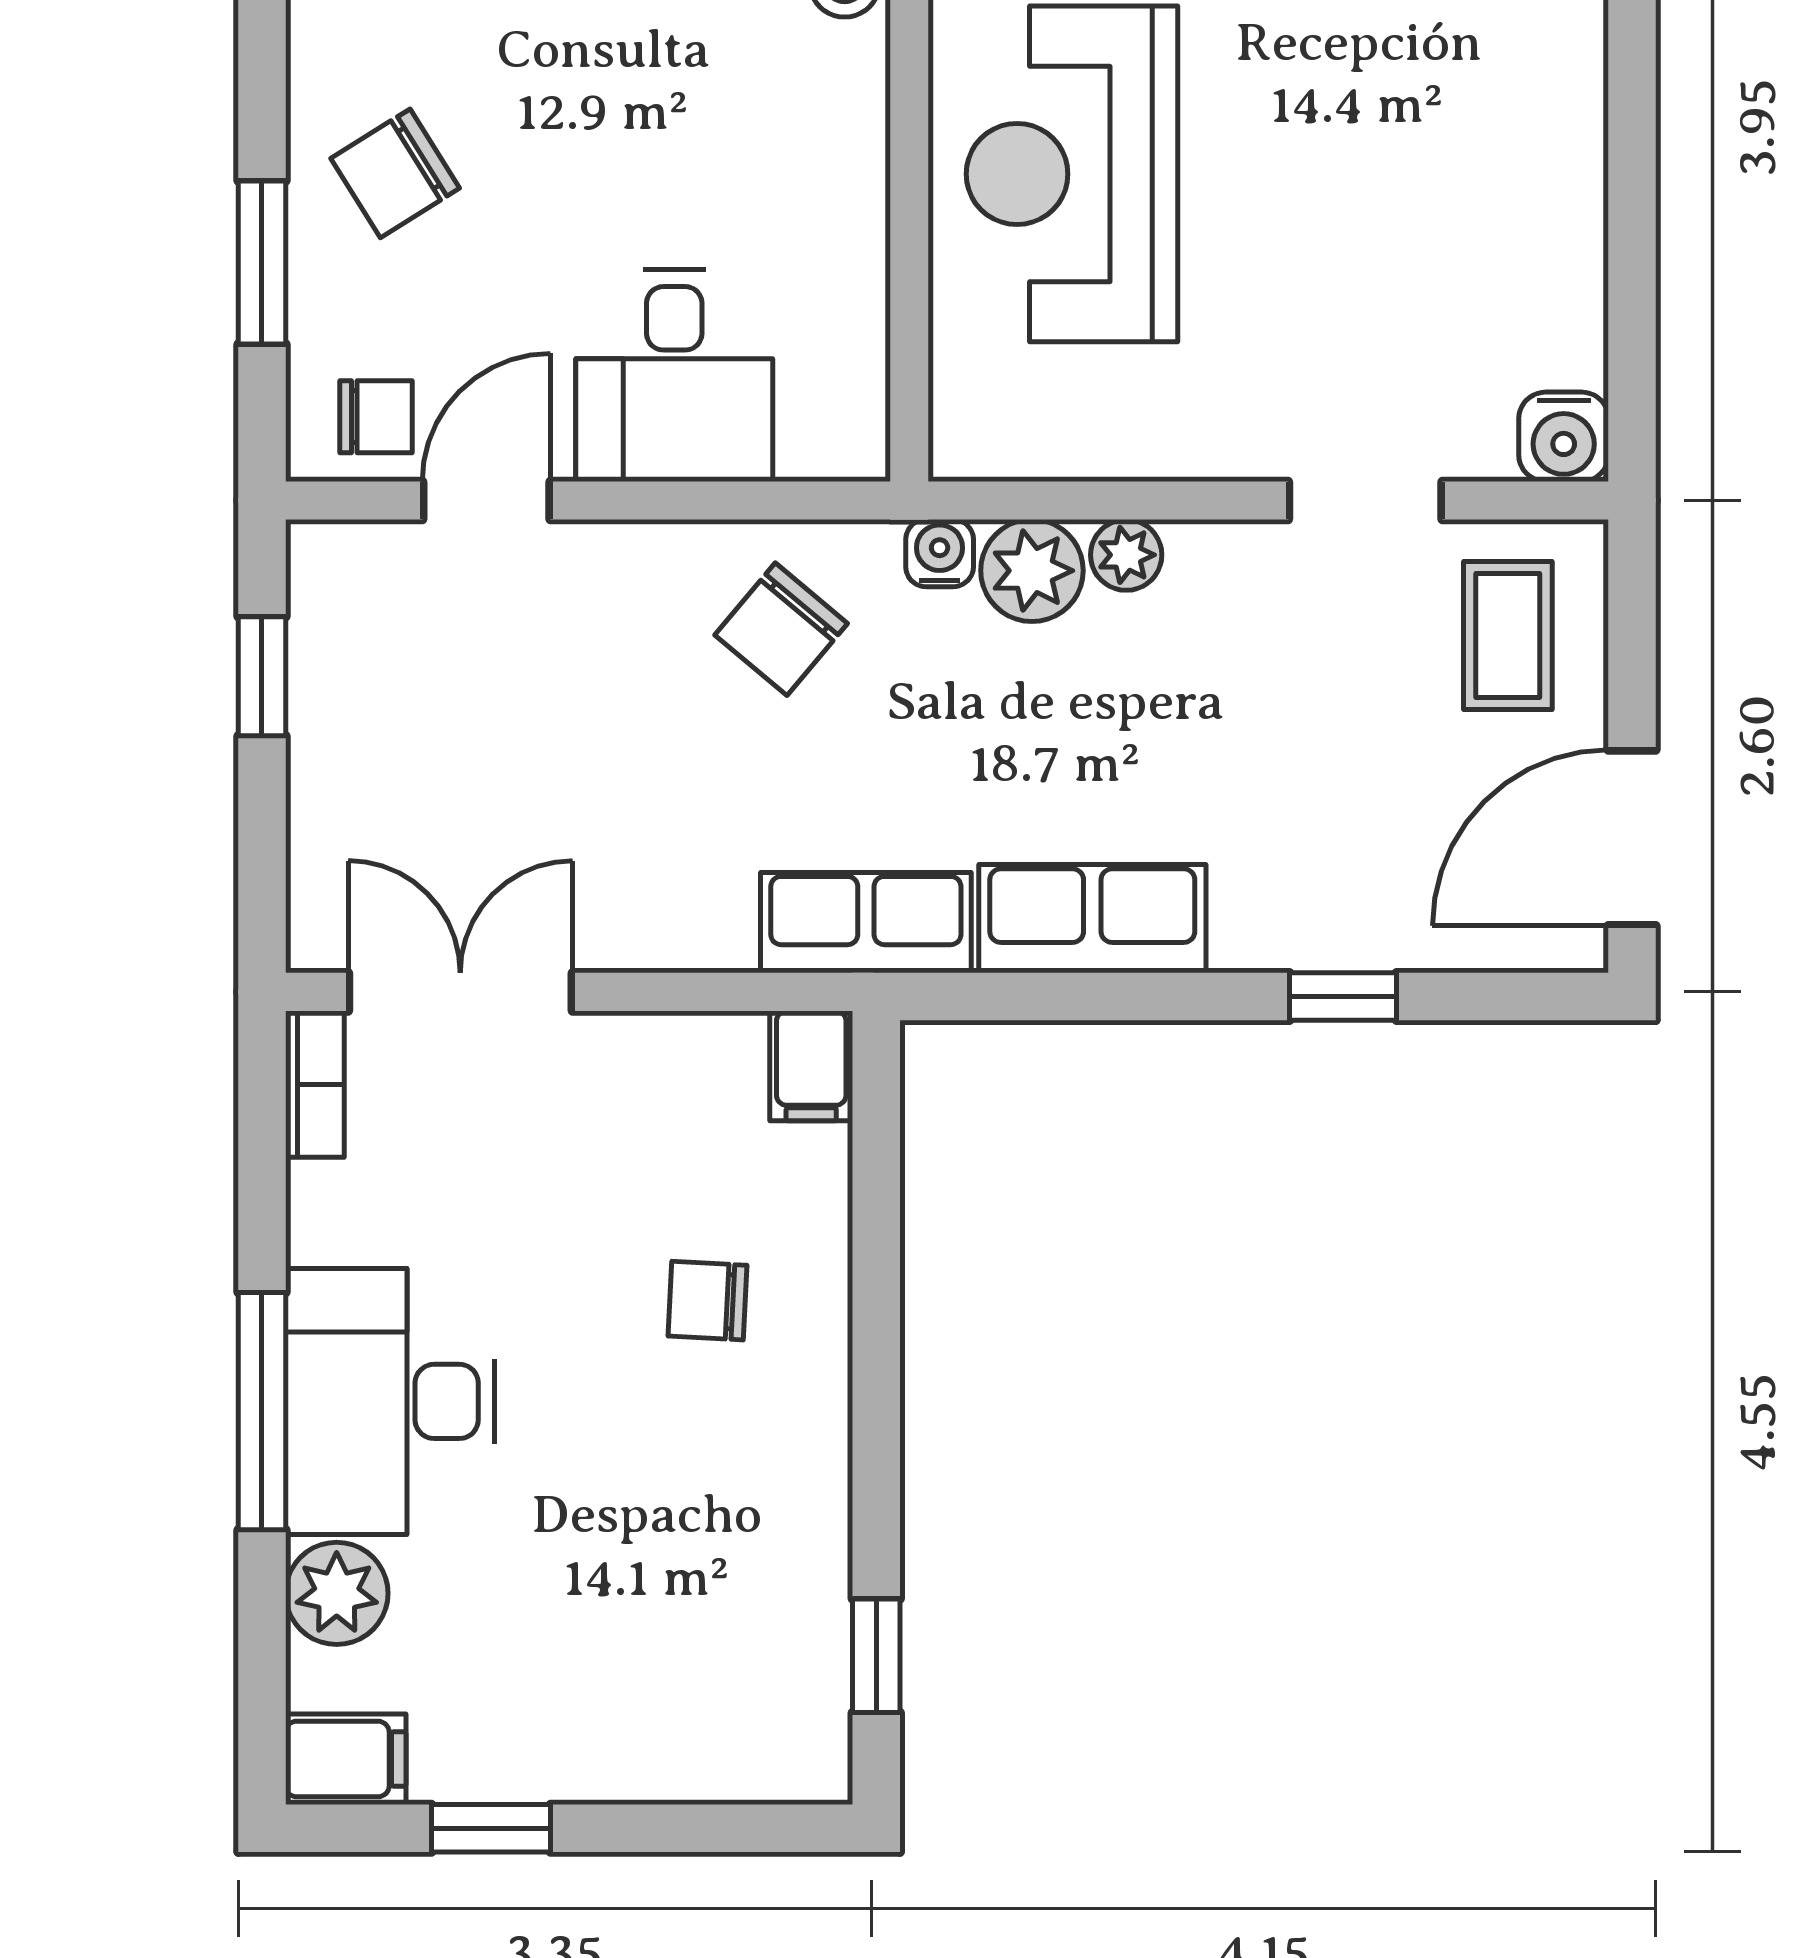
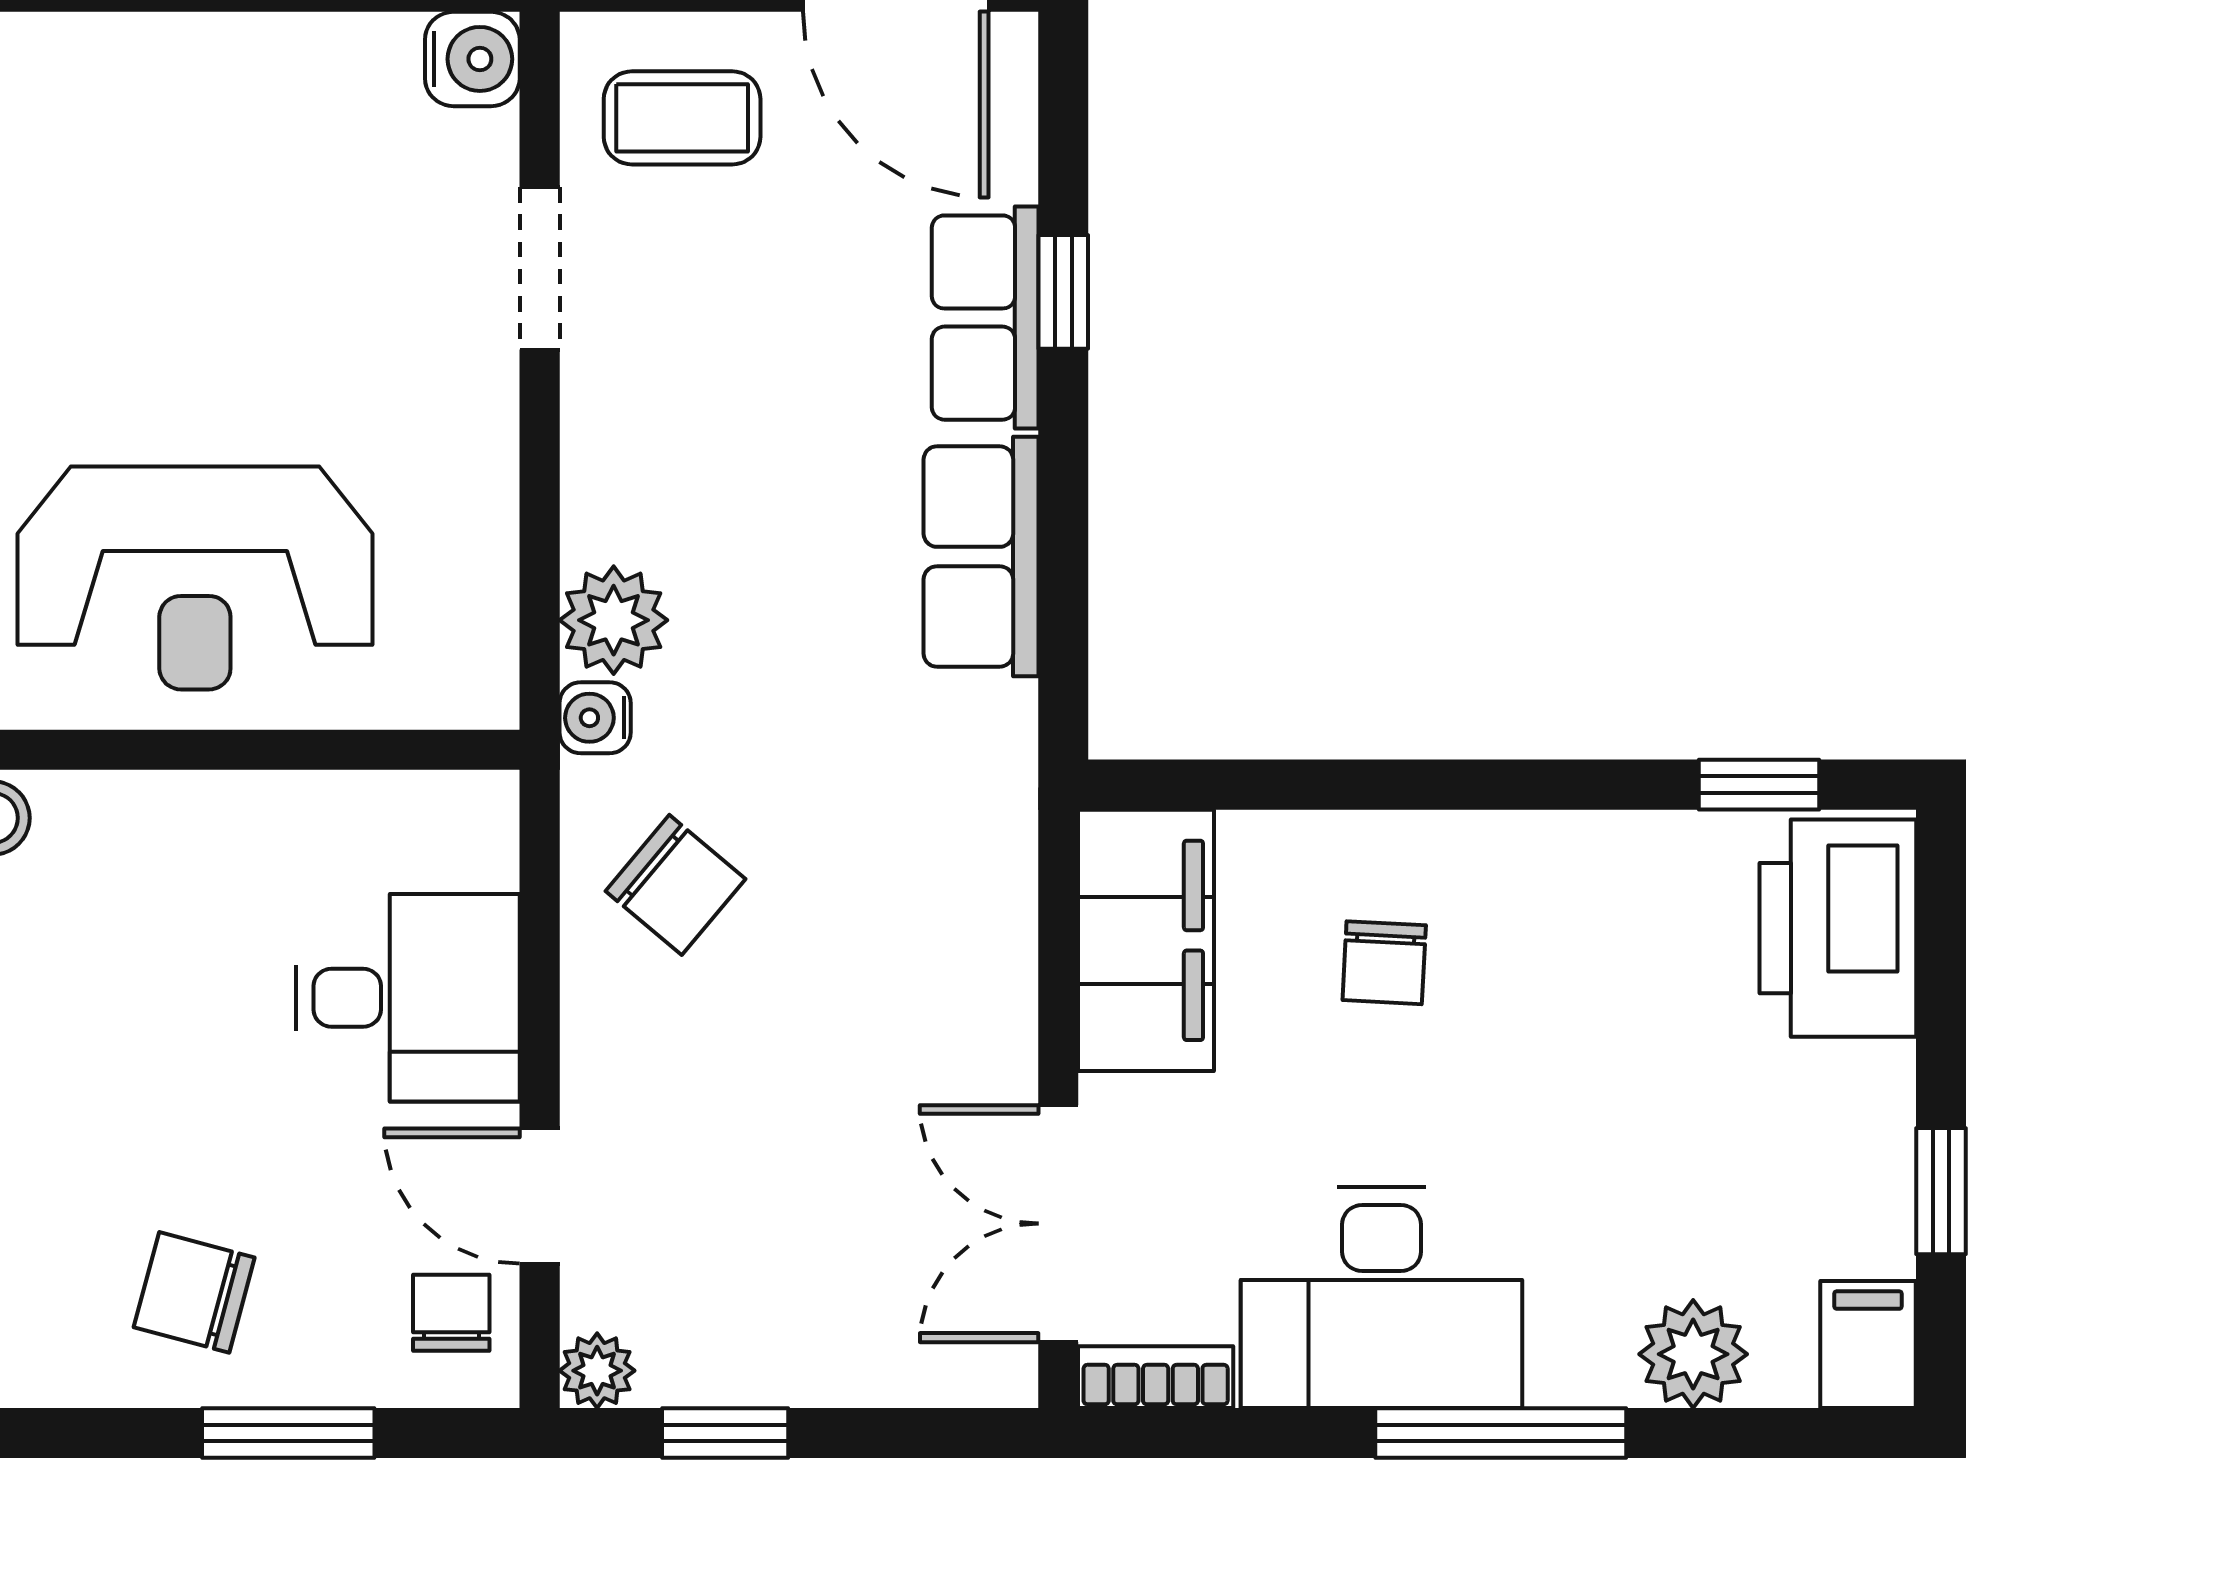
chair: (395, 173) -> (194, 1292), turned 137
plant: (1126, 555) -> (597, 1371), moved
row of seats: (866, 923) -> (985, 318), moved
filing cabinet: (811, 1066) -> (1146, 940), width x3.00, depth x1.17
desk: (390, 1401) -> (1382, 1298), moved
printer: (740, 1730) -> (1838, 928), added

